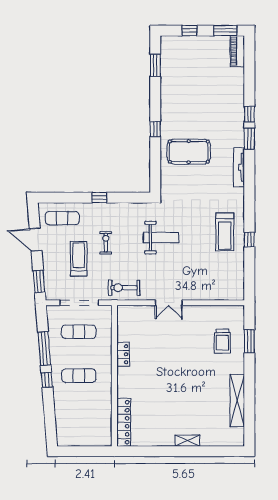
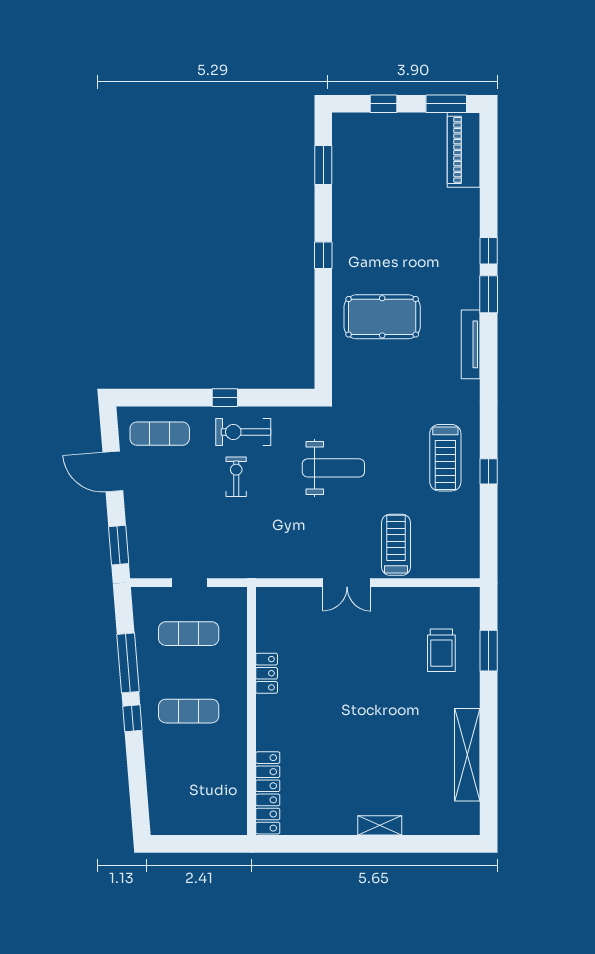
piano: (237, 51) -> (464, 150), width x1.37, depth x1.33
window: (155, 129) -> (323, 255), moved
treadmill: (79, 259) -> (396, 545), moved
exercise bike: (124, 288) -> (243, 432), moved
doorway: (79, 303) -> (189, 583), width x0.53

